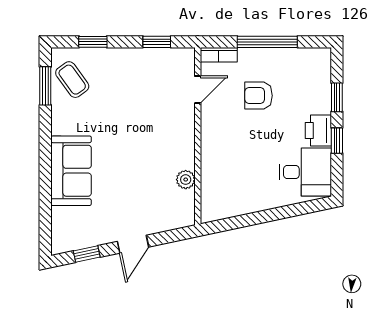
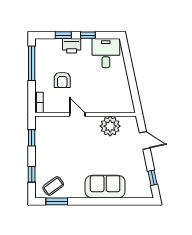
window: (267, 42) -> (32, 63), moved
door: (198, 90) -> (77, 114), moved
printer: (318, 131) -> (72, 46), moved
plant: (186, 180) -> (110, 126), width x1.88, depth x1.88
door: (133, 244) -> (145, 140), moved

